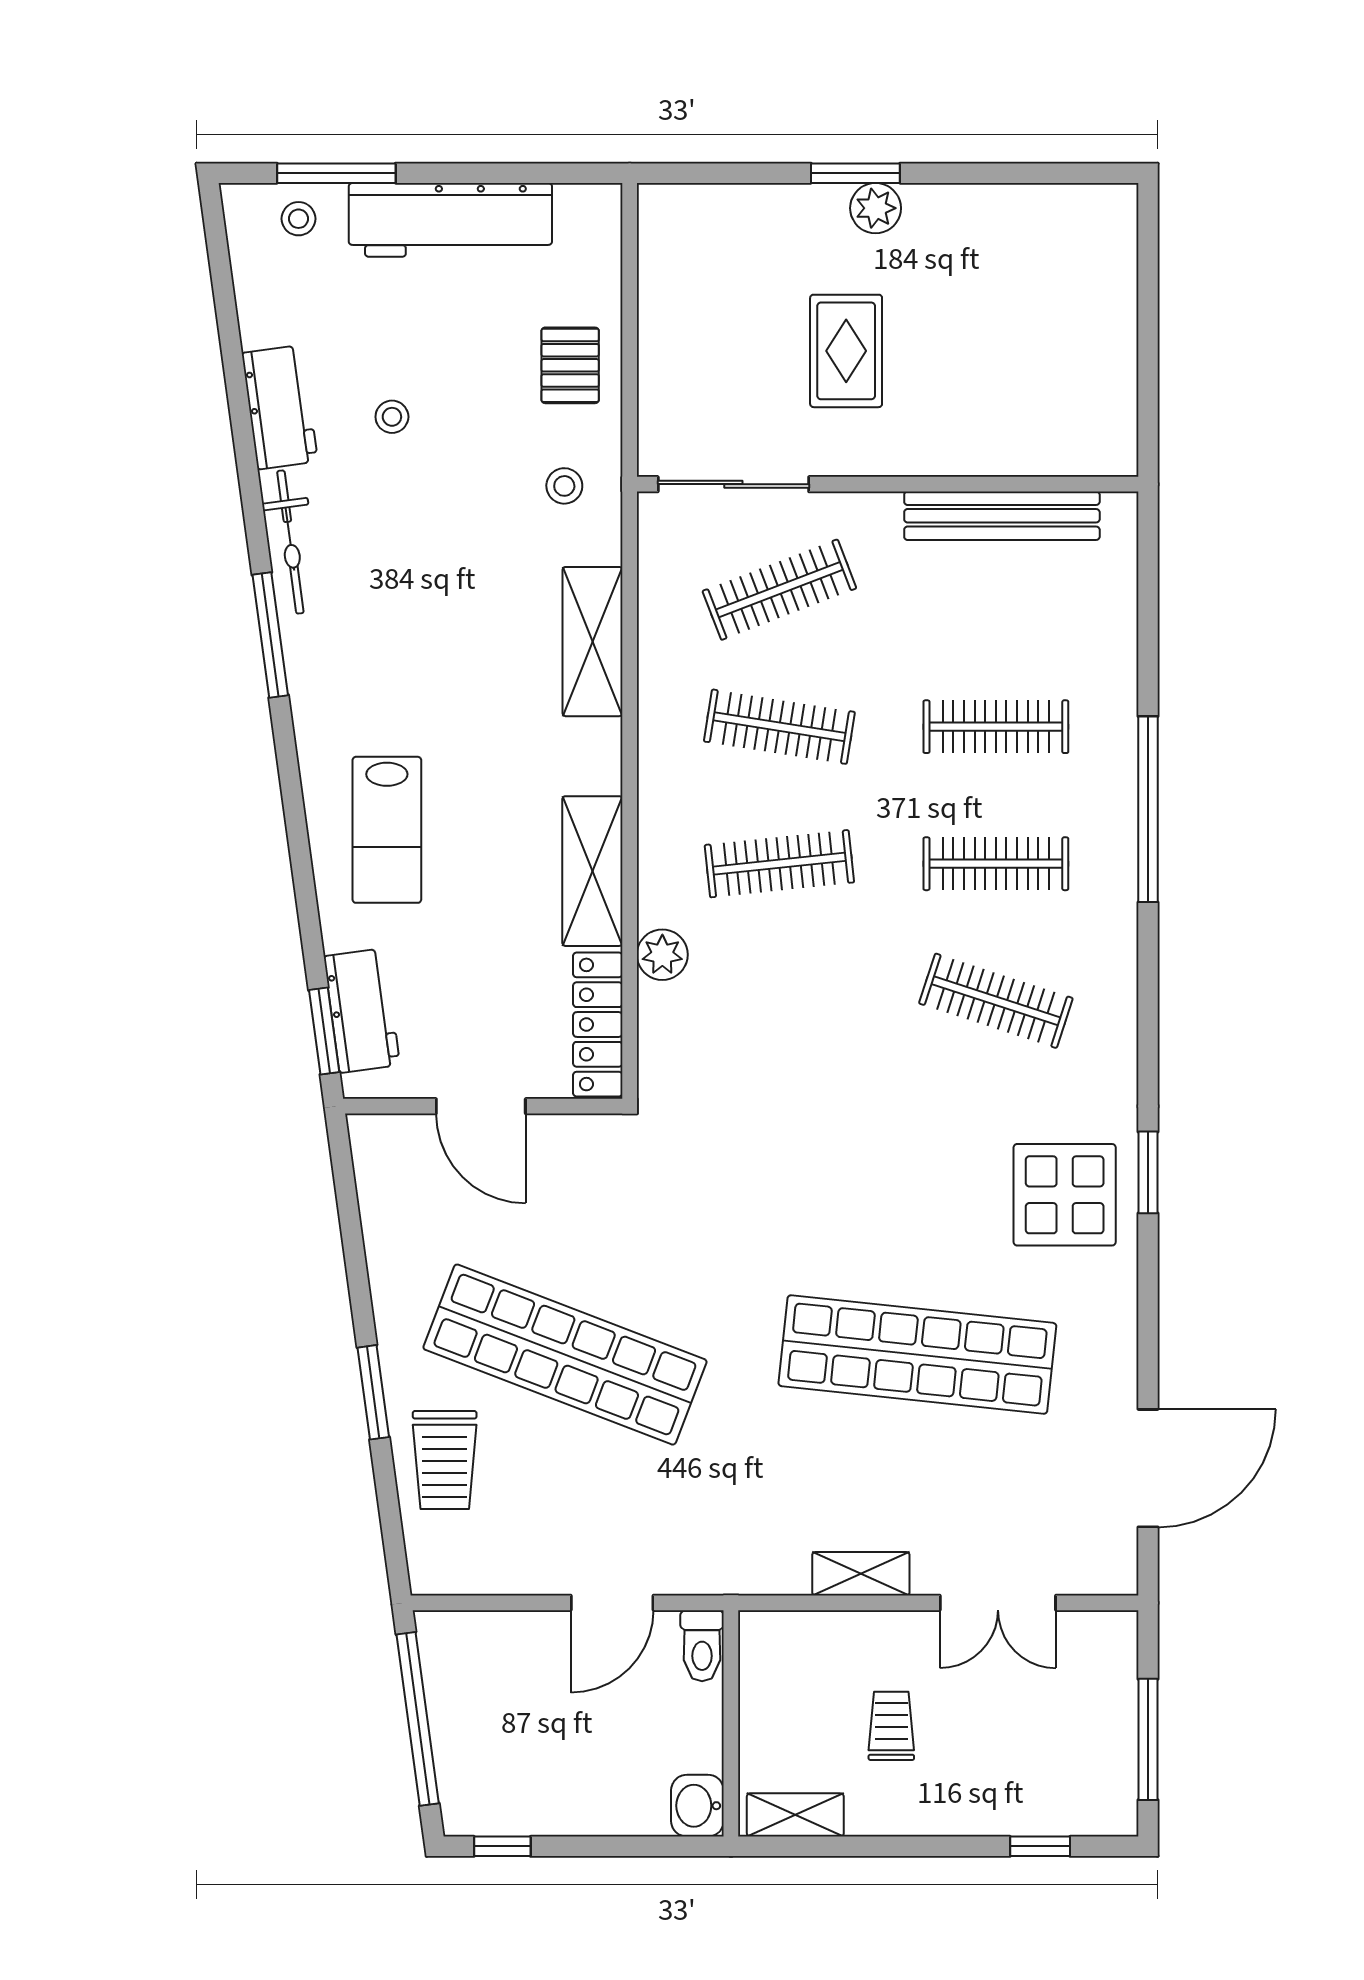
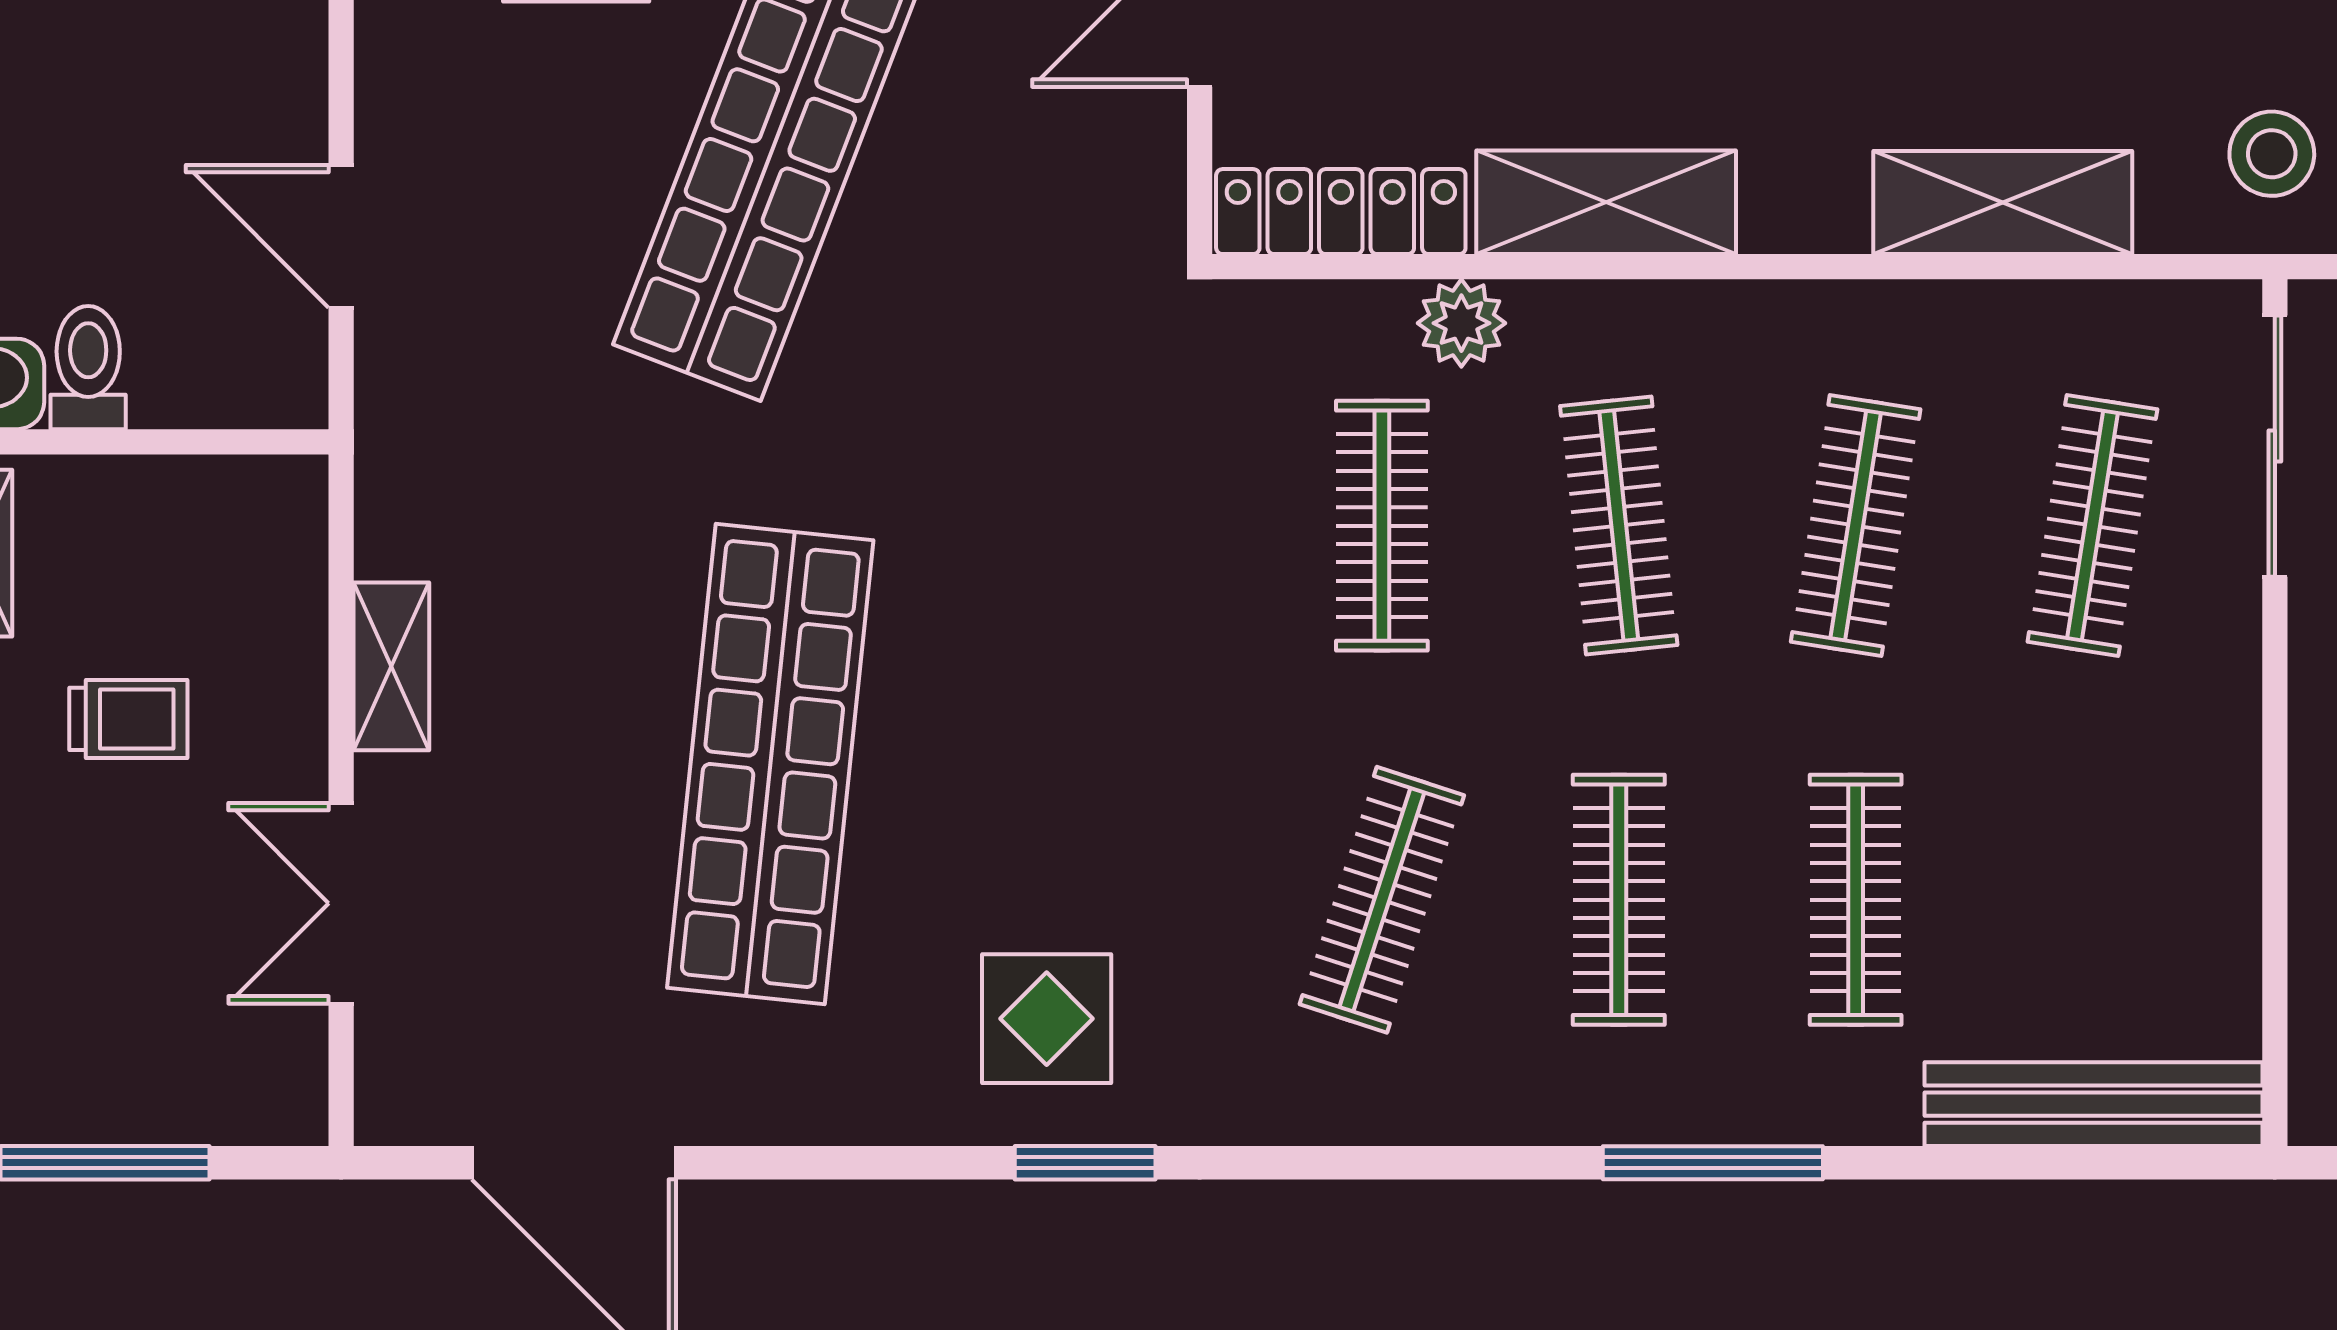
stool: (564, 486) -> (2272, 154), width x1.37, depth x1.37
bench: (1002, 516) -> (2093, 1104), moved, turned 90
clothes rail: (779, 590) -> (2092, 526), turned 30
window: (1148, 809) -> (1713, 1163), width x0.68
clothes rail: (779, 1001) -> (1382, 526), added
display table: (1065, 1195) -> (1047, 1019), width x0.73, depth x0.73
toilet: (702, 1646) -> (88, 368), moved, turned 90

